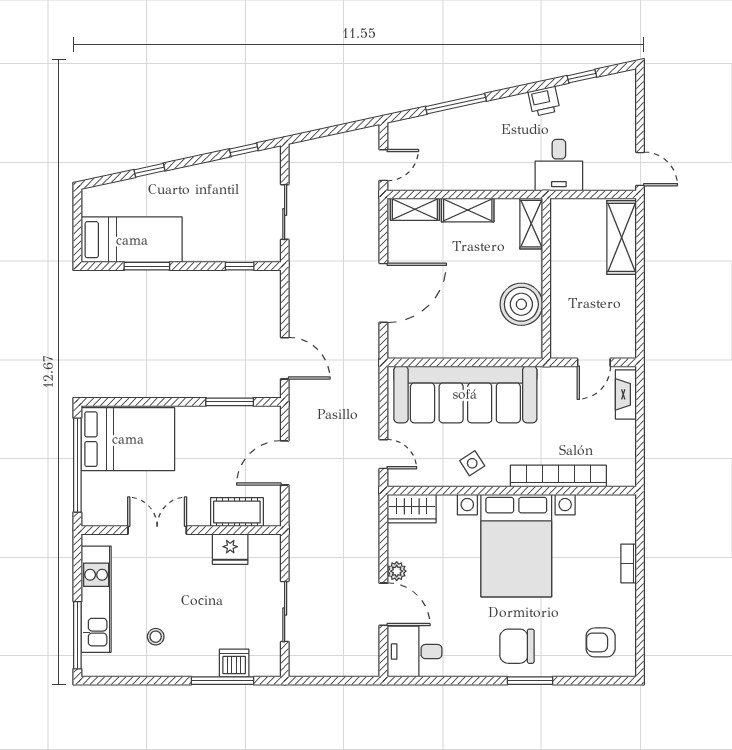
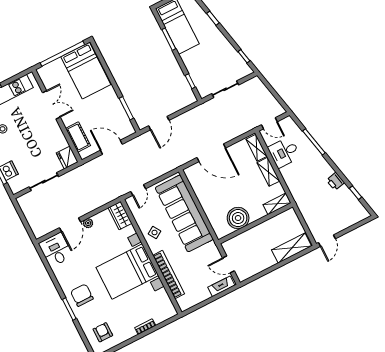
desk: (559, 165) -> (284, 152), moved
fridge: (230, 549) -> (67, 157), moved

